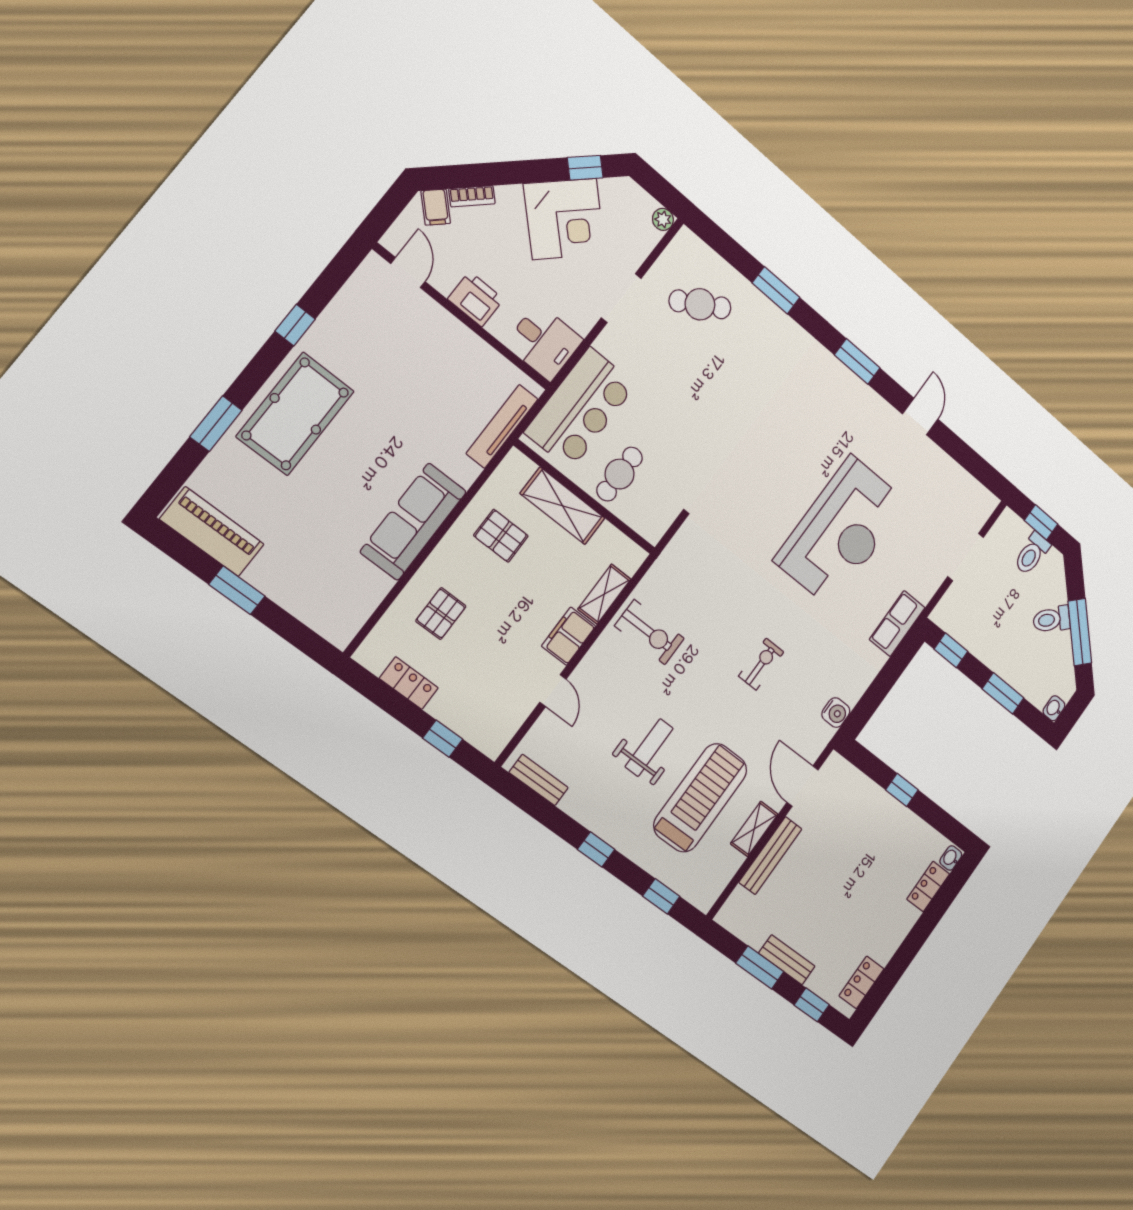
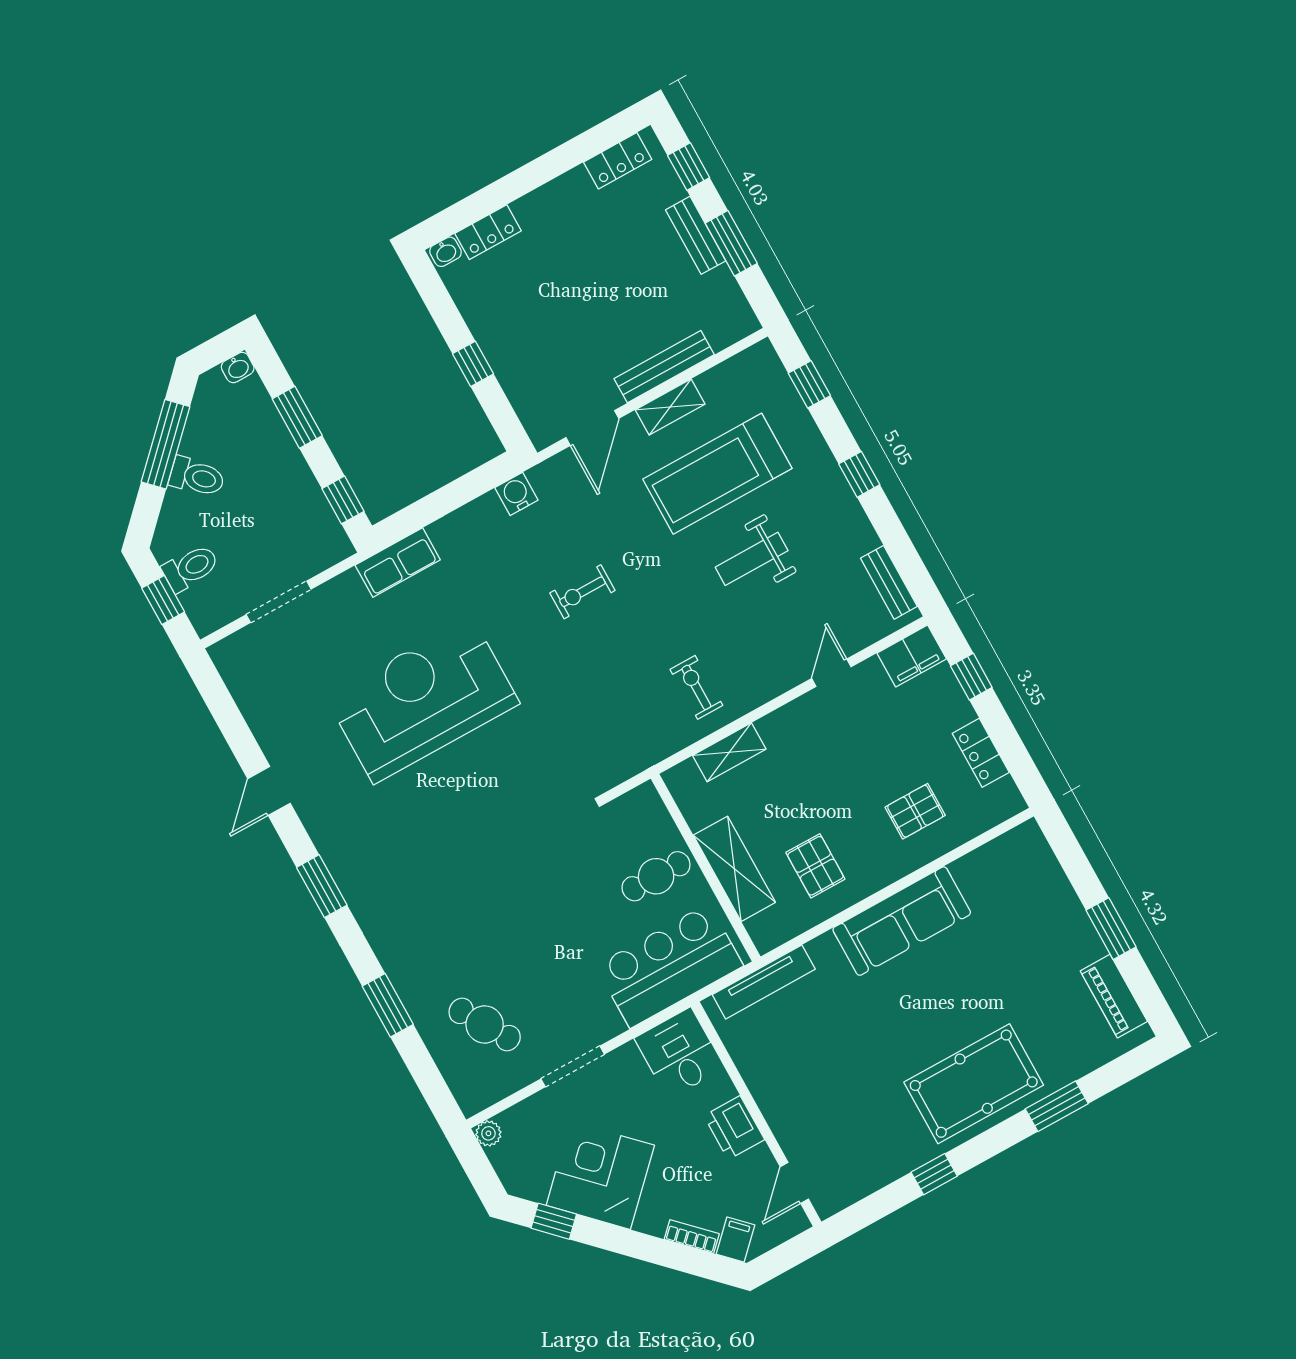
piano: (212, 532) -> (1114, 996), width x0.73, depth x0.75
exercise bike: (649, 632) -> (696, 687), width x0.73, depth x0.72
filing cabinet: (569, 636) -> (912, 656), moved

